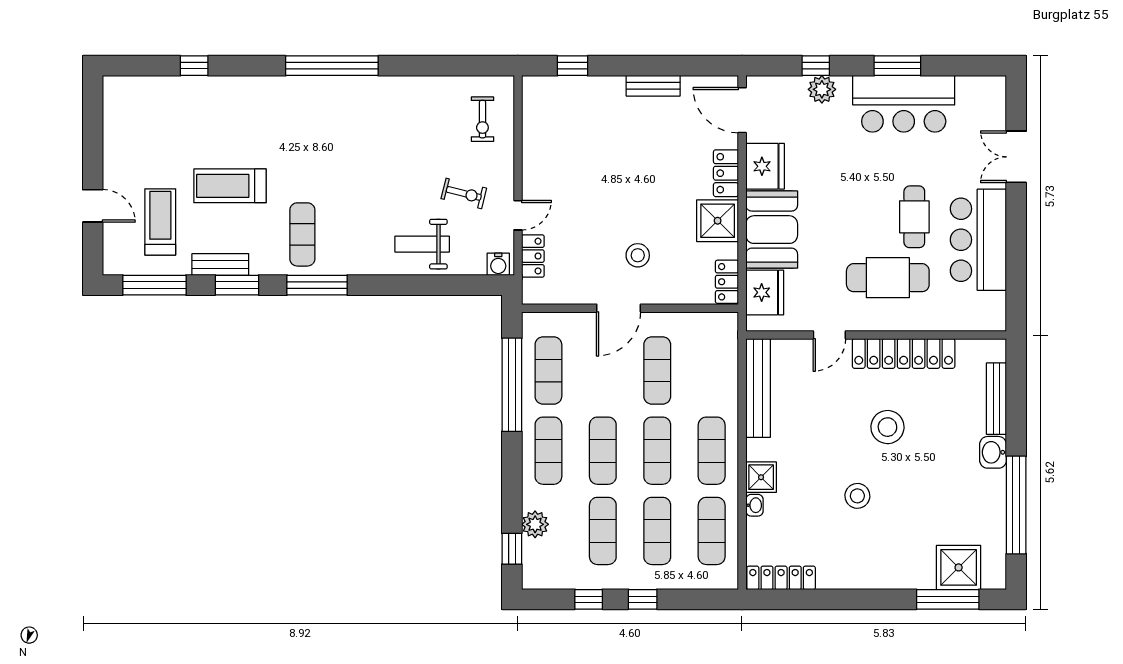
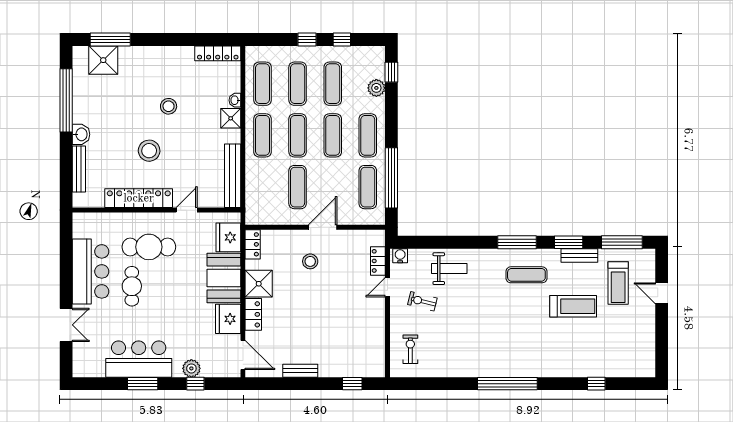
exercise mat: (302, 234) -> (526, 275), turned 90

